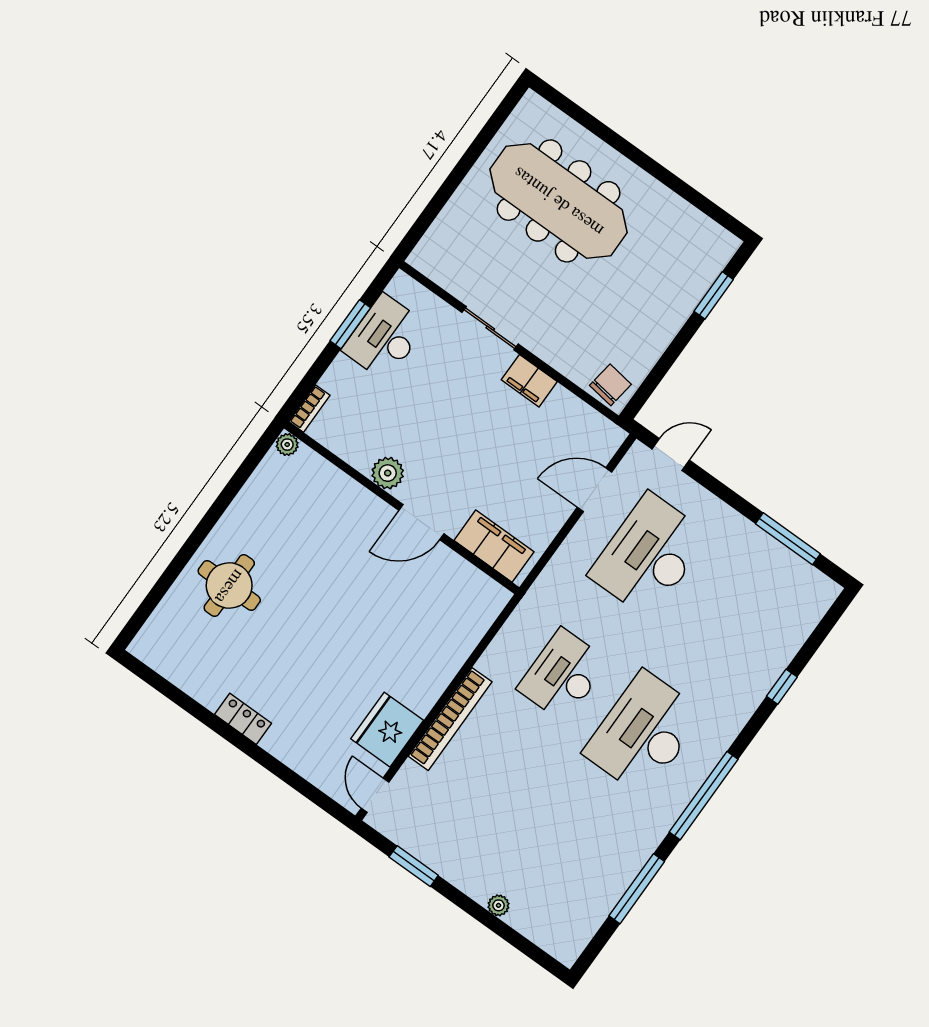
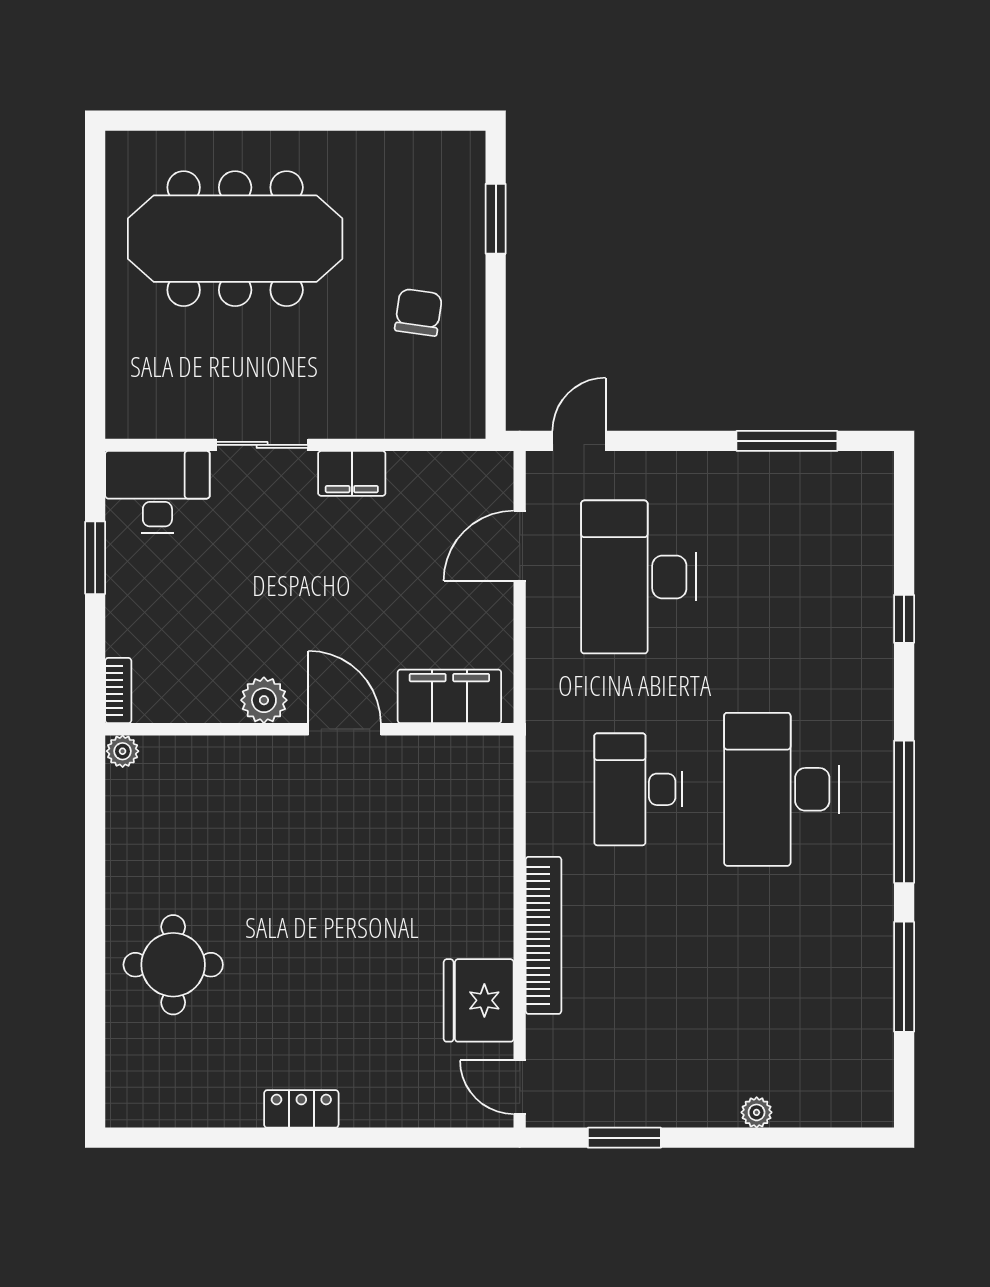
desk: (384, 337) -> (157, 492), moved, turned 90
chair: (610, 385) -> (418, 312), moved
door: (421, 522) -> (345, 729), swing flipped

